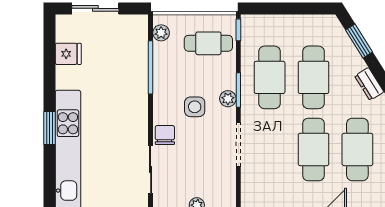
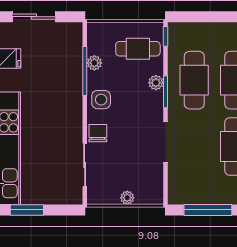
plant: (161, 33) -> (94, 63), moved
plant: (228, 99) -> (156, 83), moved
side table: (195, 107) -> (101, 100), moved

